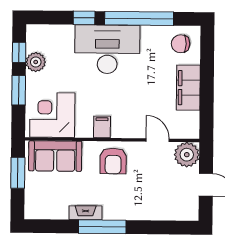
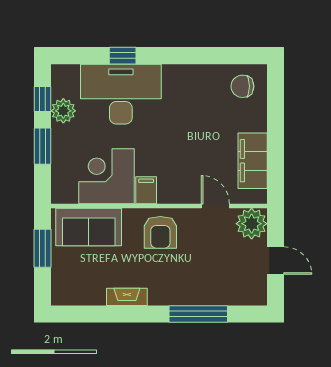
window: (139, 18) -> (191, 56), removed
desk: (107, 49) -> (121, 94), moved
filing cabinet: (188, 88) -> (253, 161), moved
corner desk: (52, 115) -> (107, 176), moved
window: (102, 227) -> (198, 314), moved

